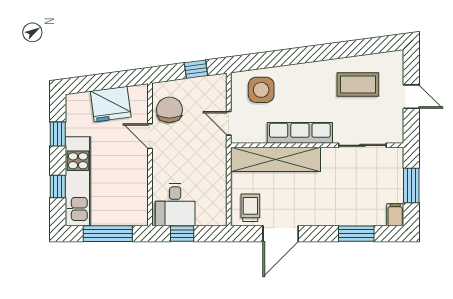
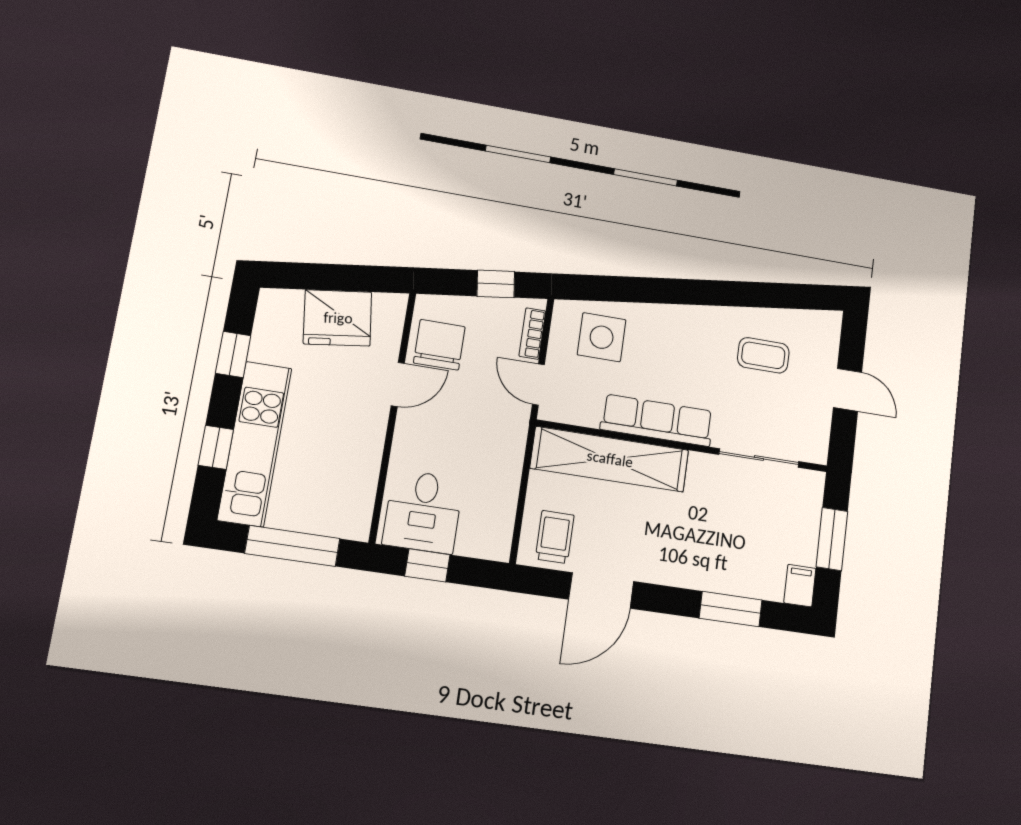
coffee table: (358, 85) -> (763, 355), width x0.73, depth x0.77
bookcase: (221, 94) -> (532, 334), added
door: (150, 136) -> (398, 384), swing flipped

